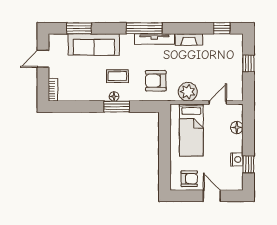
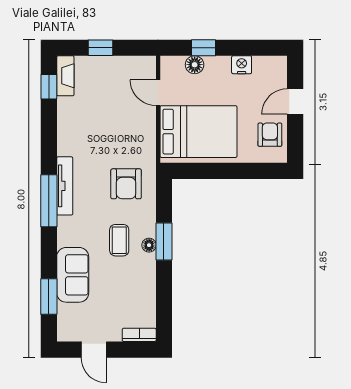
fireplace: (189, 39) -> (65, 76), moved
sofa: (94, 44) -> (73, 275), width x0.73
plant: (188, 92) -> (142, 137), removed
bed: (191, 130) -> (198, 132), width x1.50
window: (248, 164) -> (204, 48), moved

